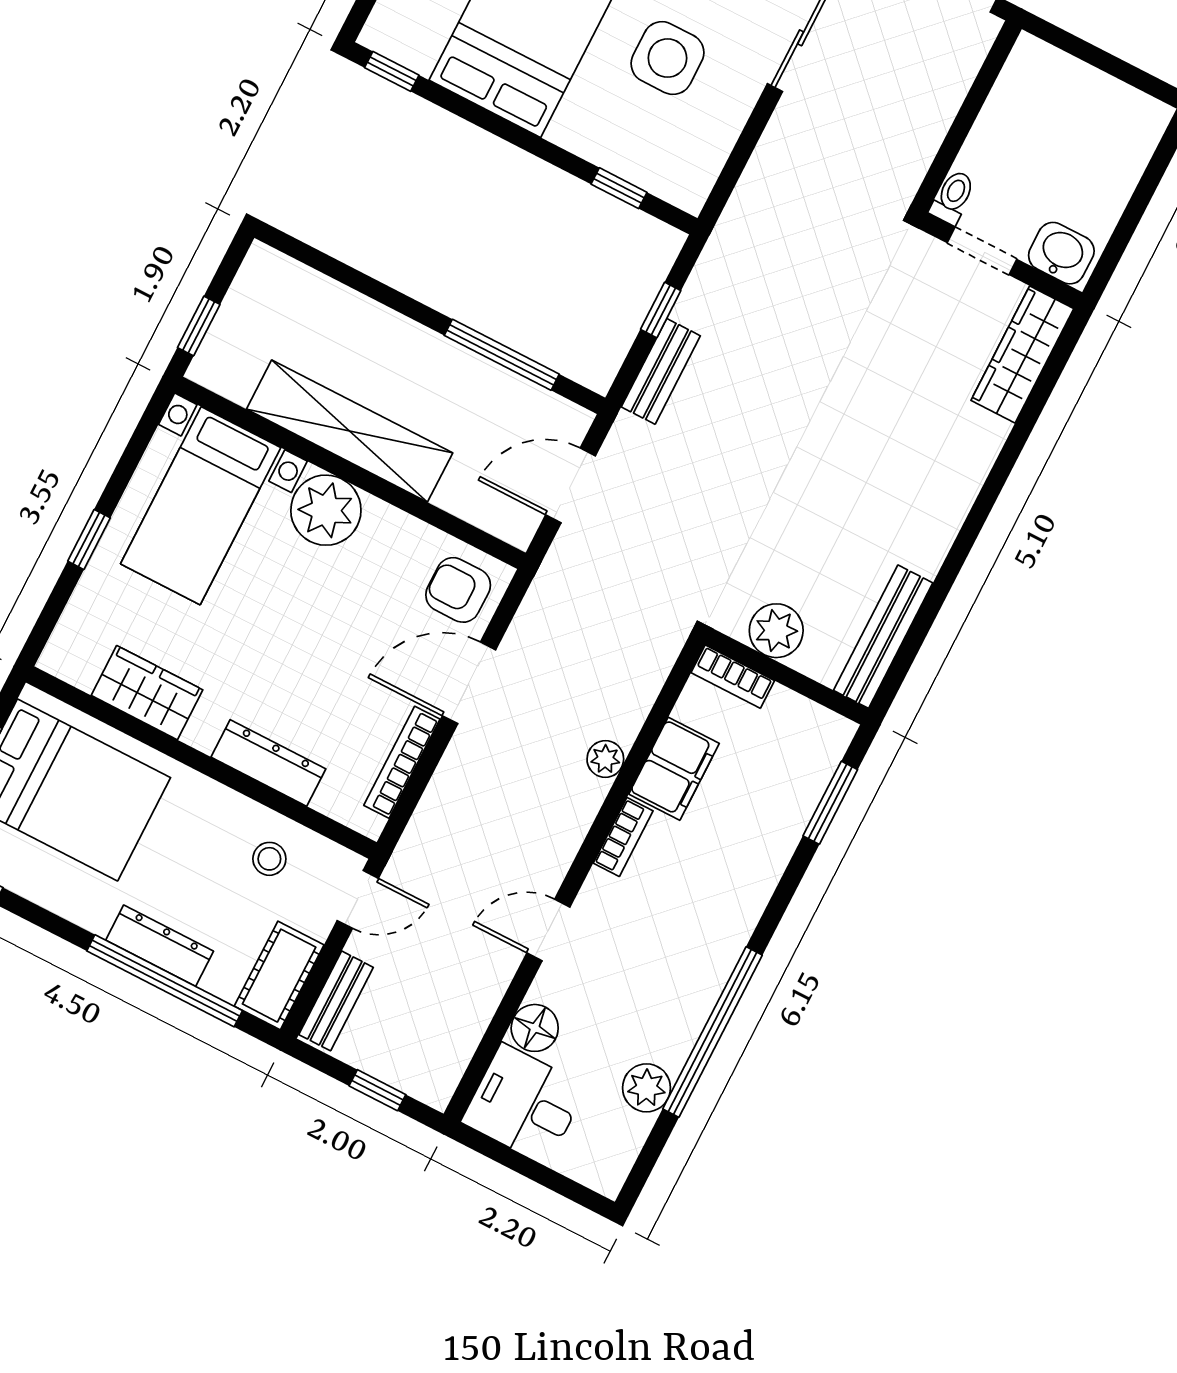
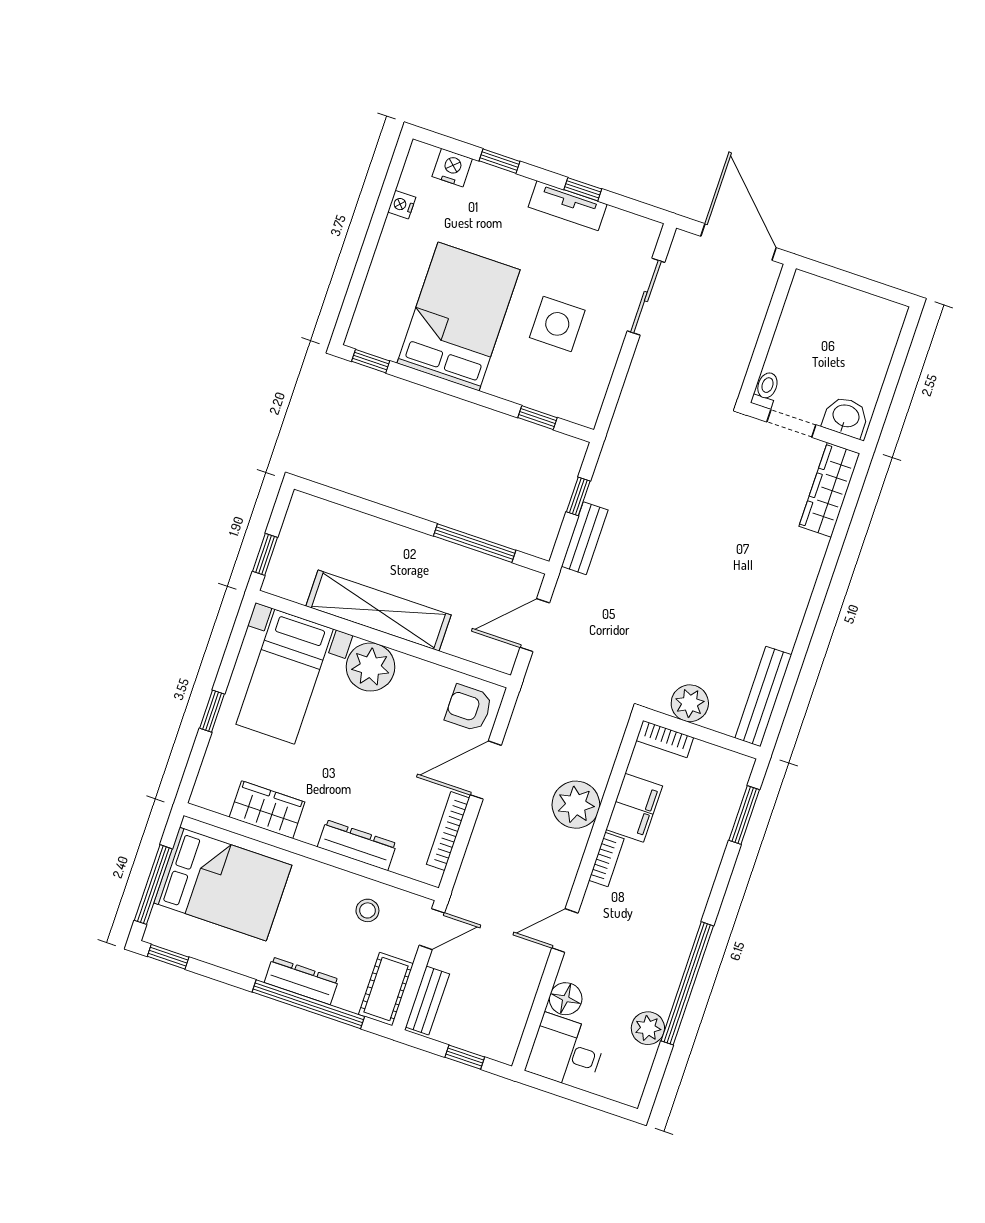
plant: (605, 759) -> (576, 805), width x1.88, depth x1.88

